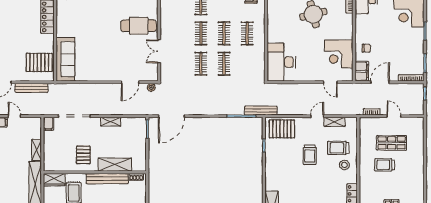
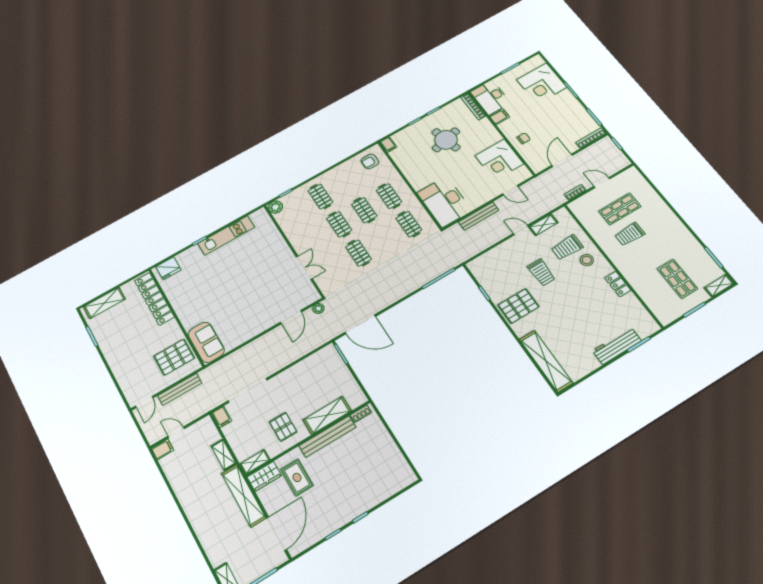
cafe table: (139, 26) -> (266, 256), removed
double door: (159, 51) -> (304, 268), swing flipped
sofa: (65, 59) -> (206, 342), width x0.73
clothes rail: (224, 64) -> (409, 224), moved
filing cabinet: (362, 71) -> (499, 117), moved, width x0.50
bench: (261, 111) -> (479, 216), moved
door: (171, 116) -> (360, 324), hinge flipped
door: (317, 116) -> (521, 230), hinge flipped
shelving: (111, 122) -> (255, 462), moved
pallet: (282, 129) -> (518, 306), moved

